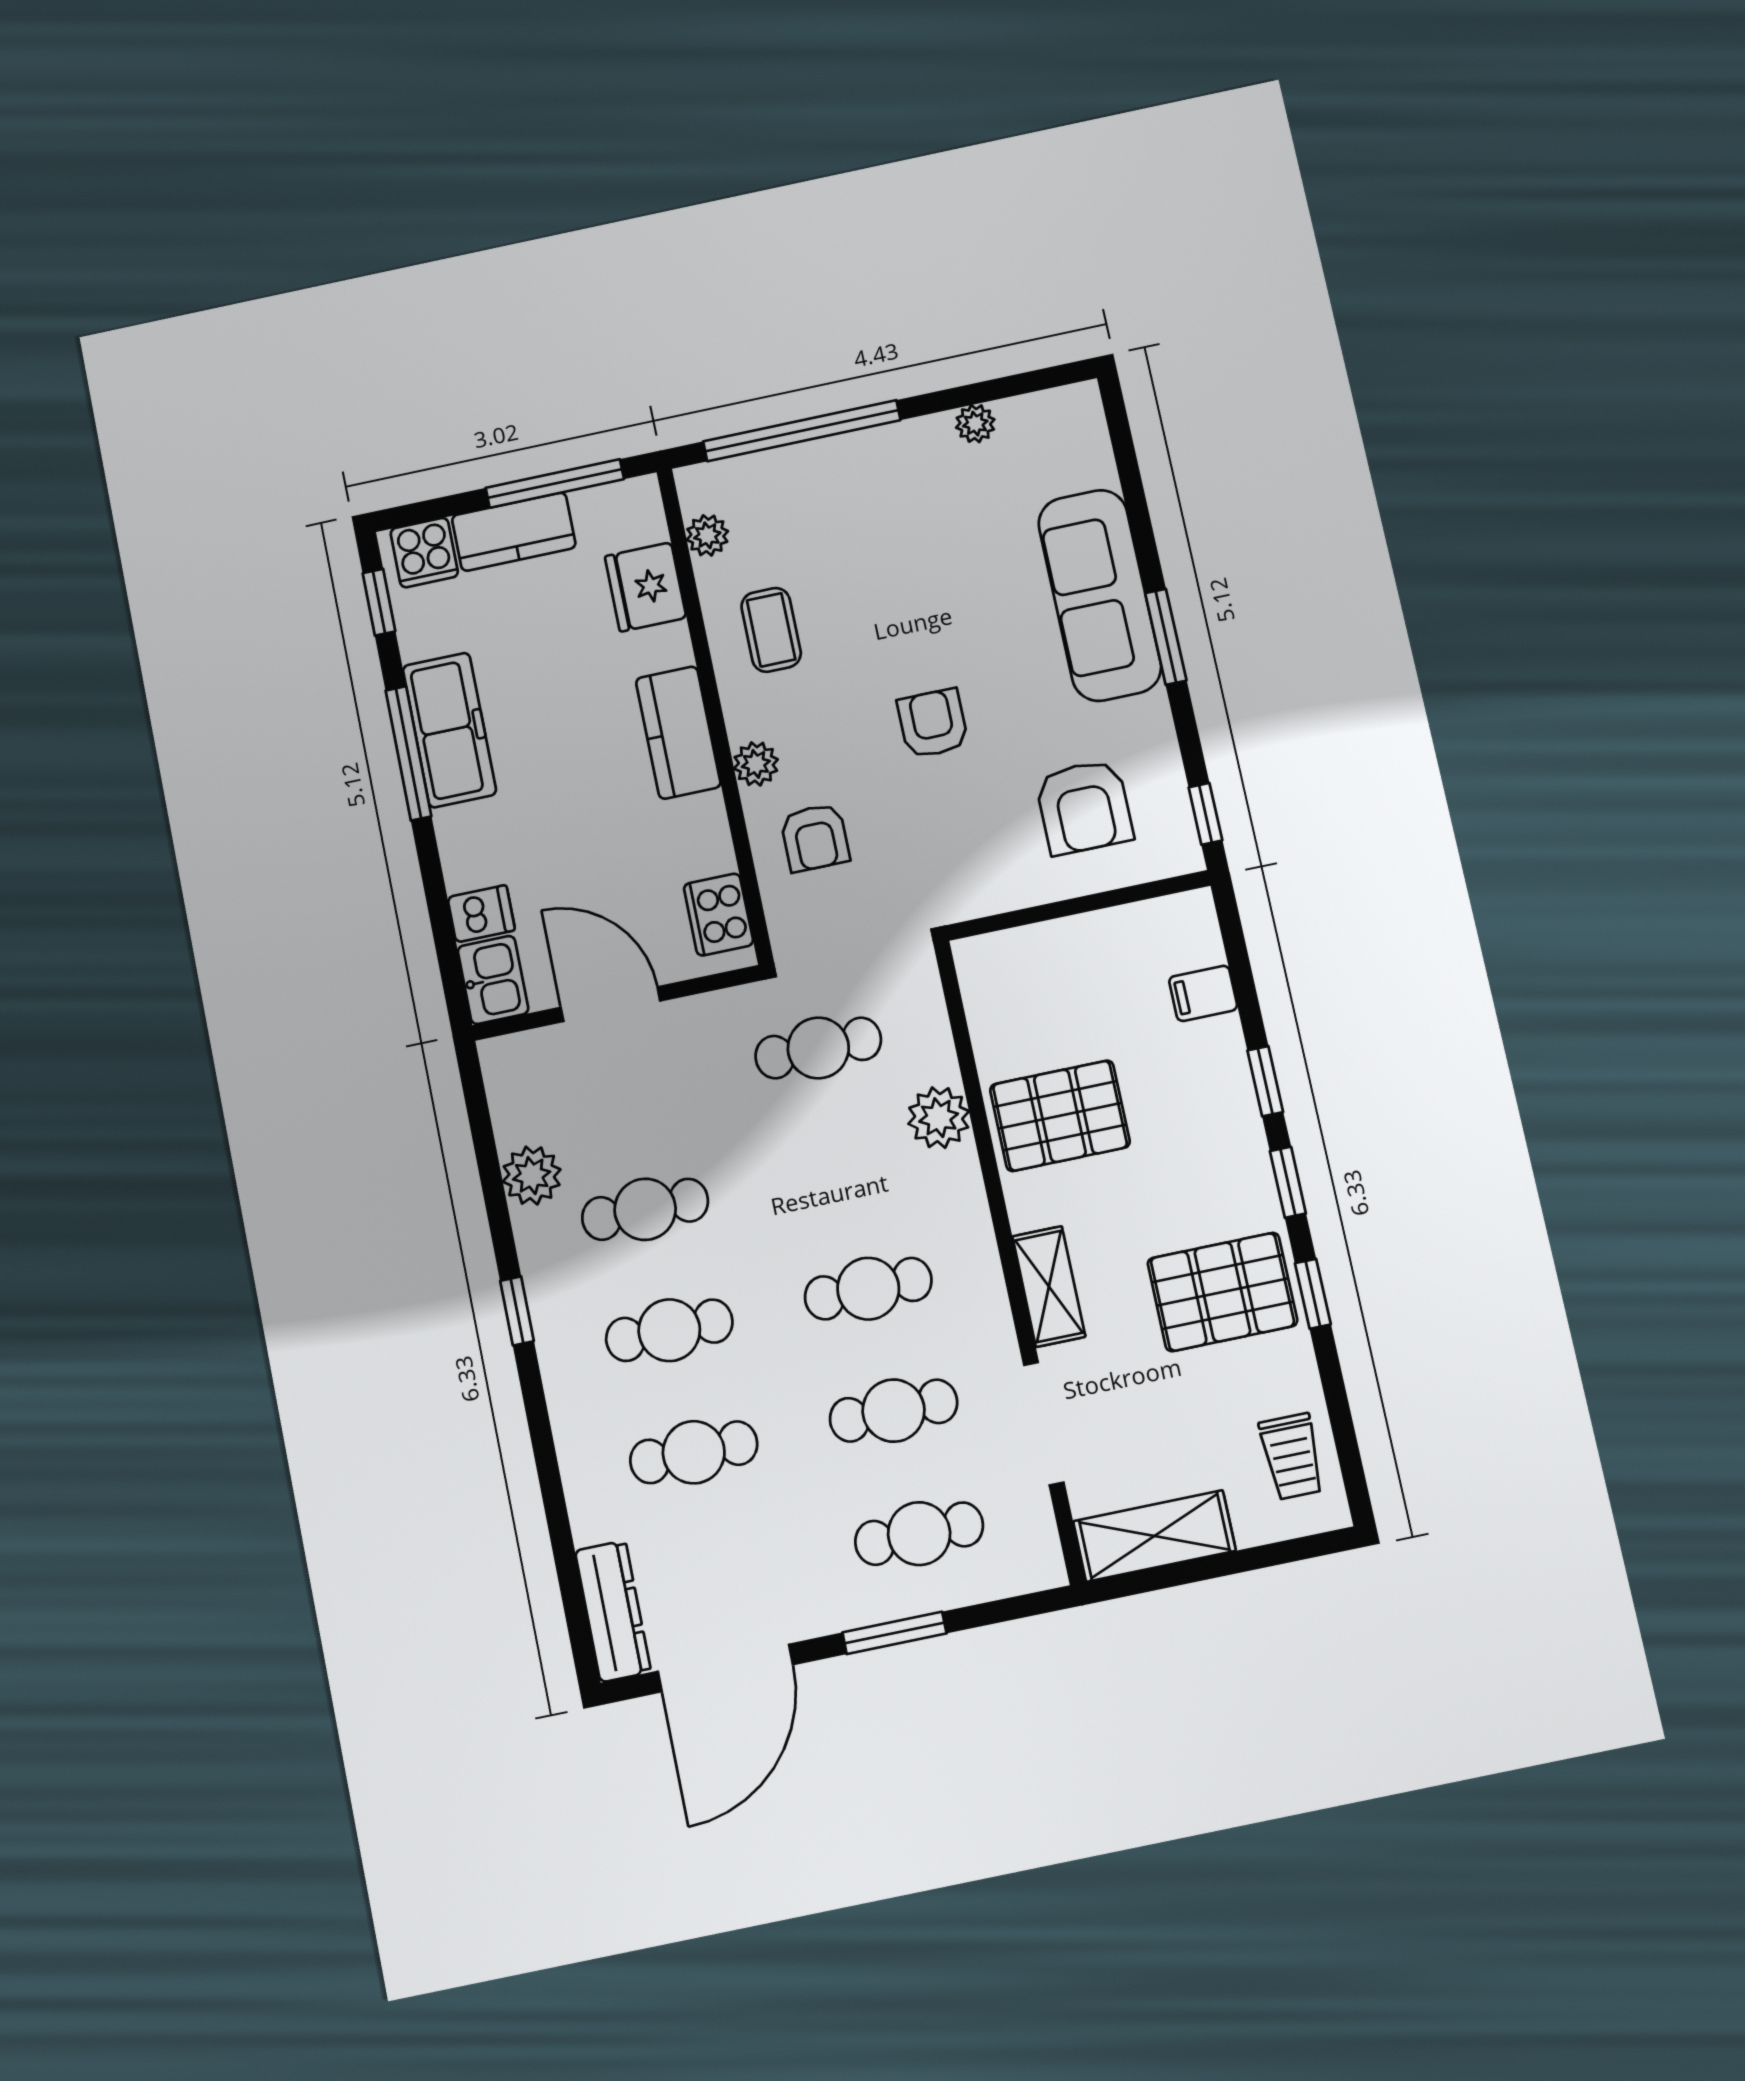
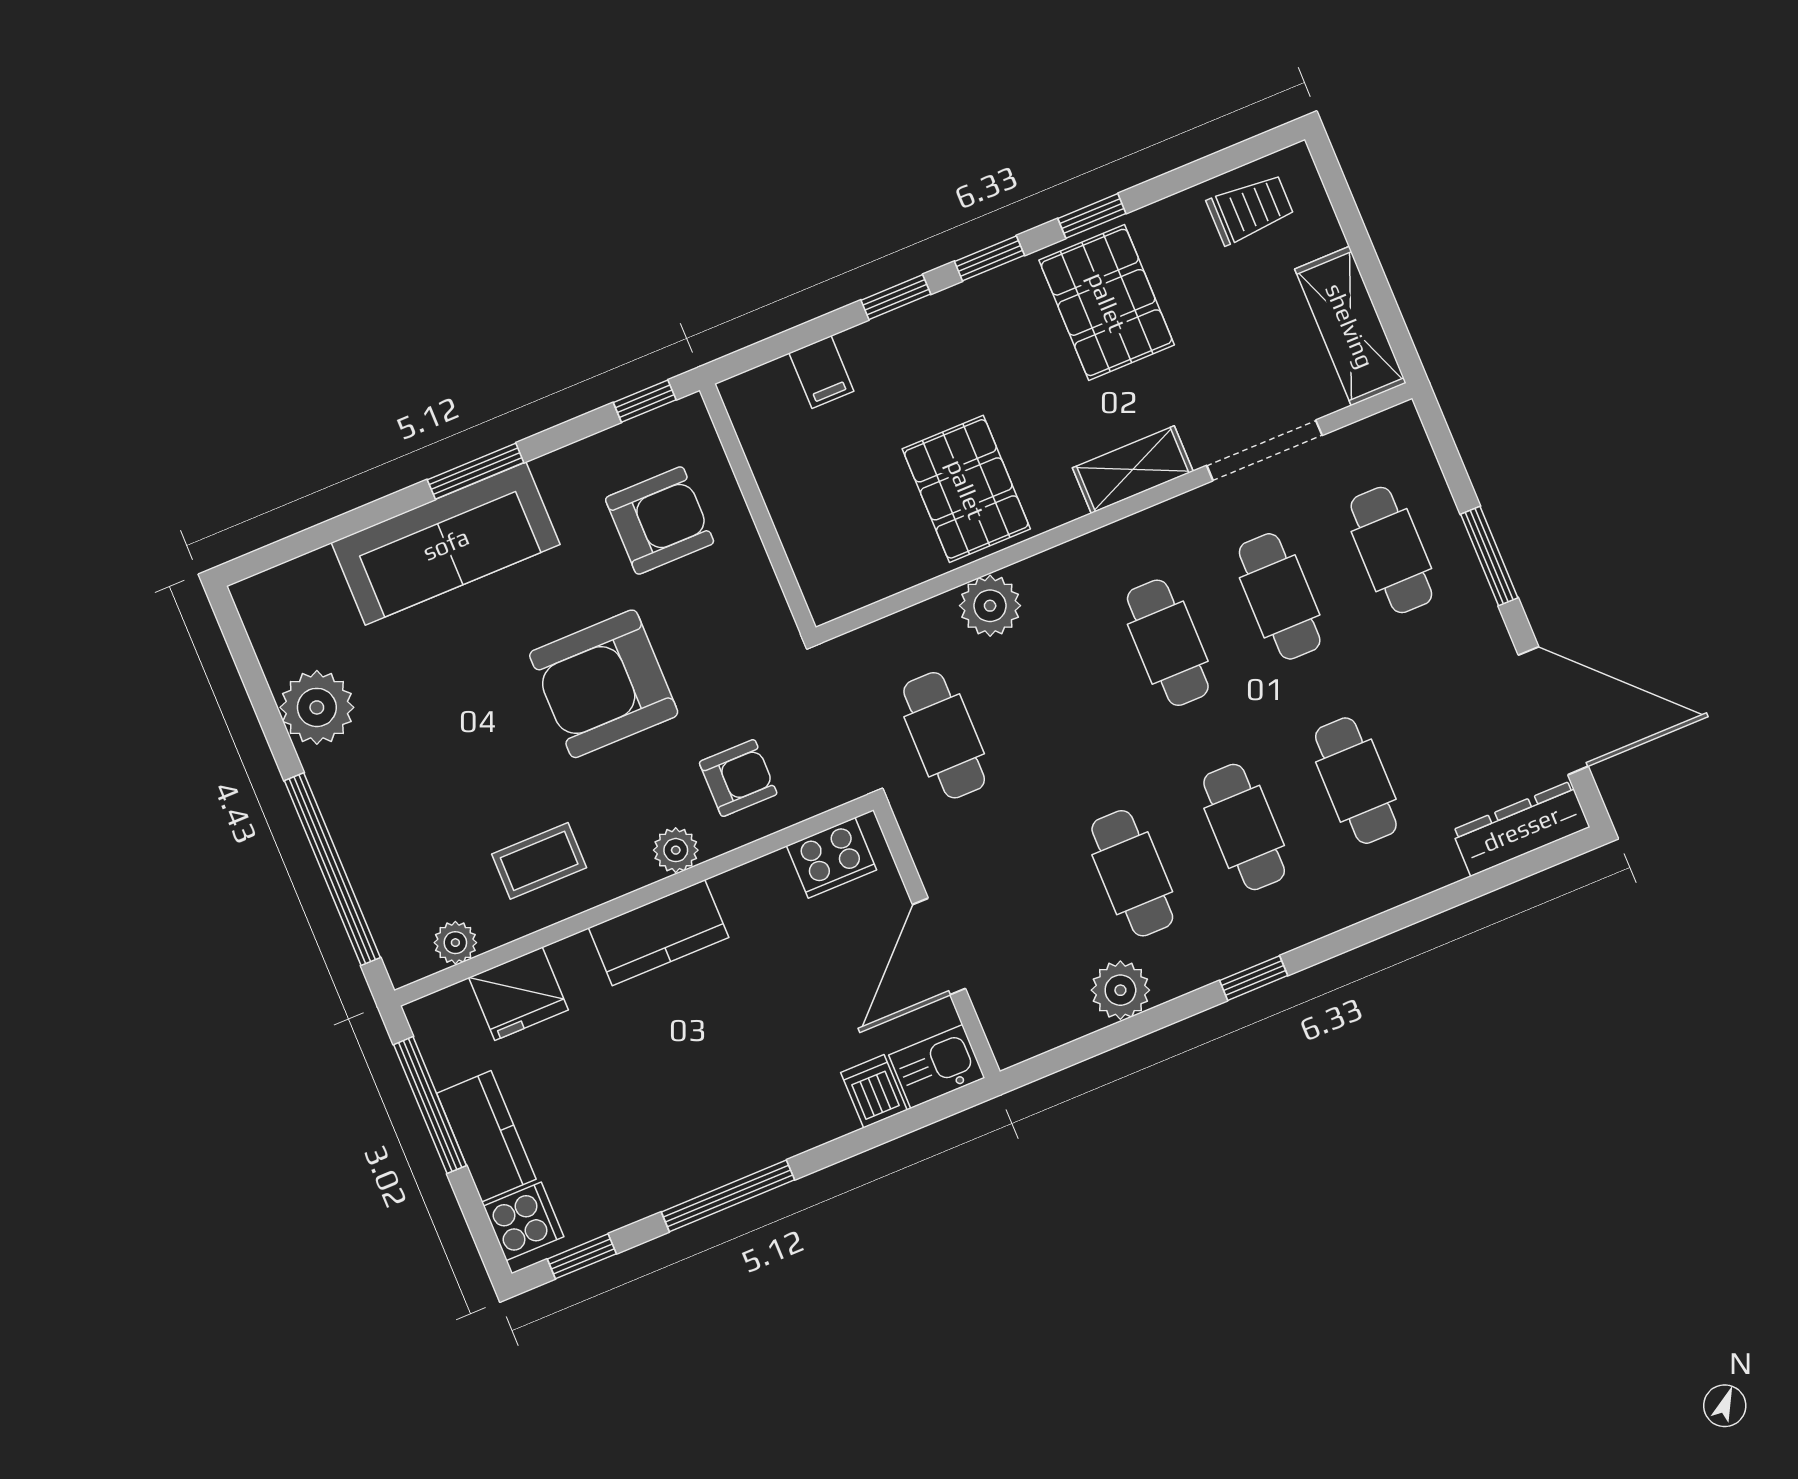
plant: (975, 424) -> (317, 707), width x1.87, depth x1.87
armchair: (933, 723) -> (604, 684), width x1.88, depth x1.88
freezer: (449, 730) -> (697, 1160), removed

